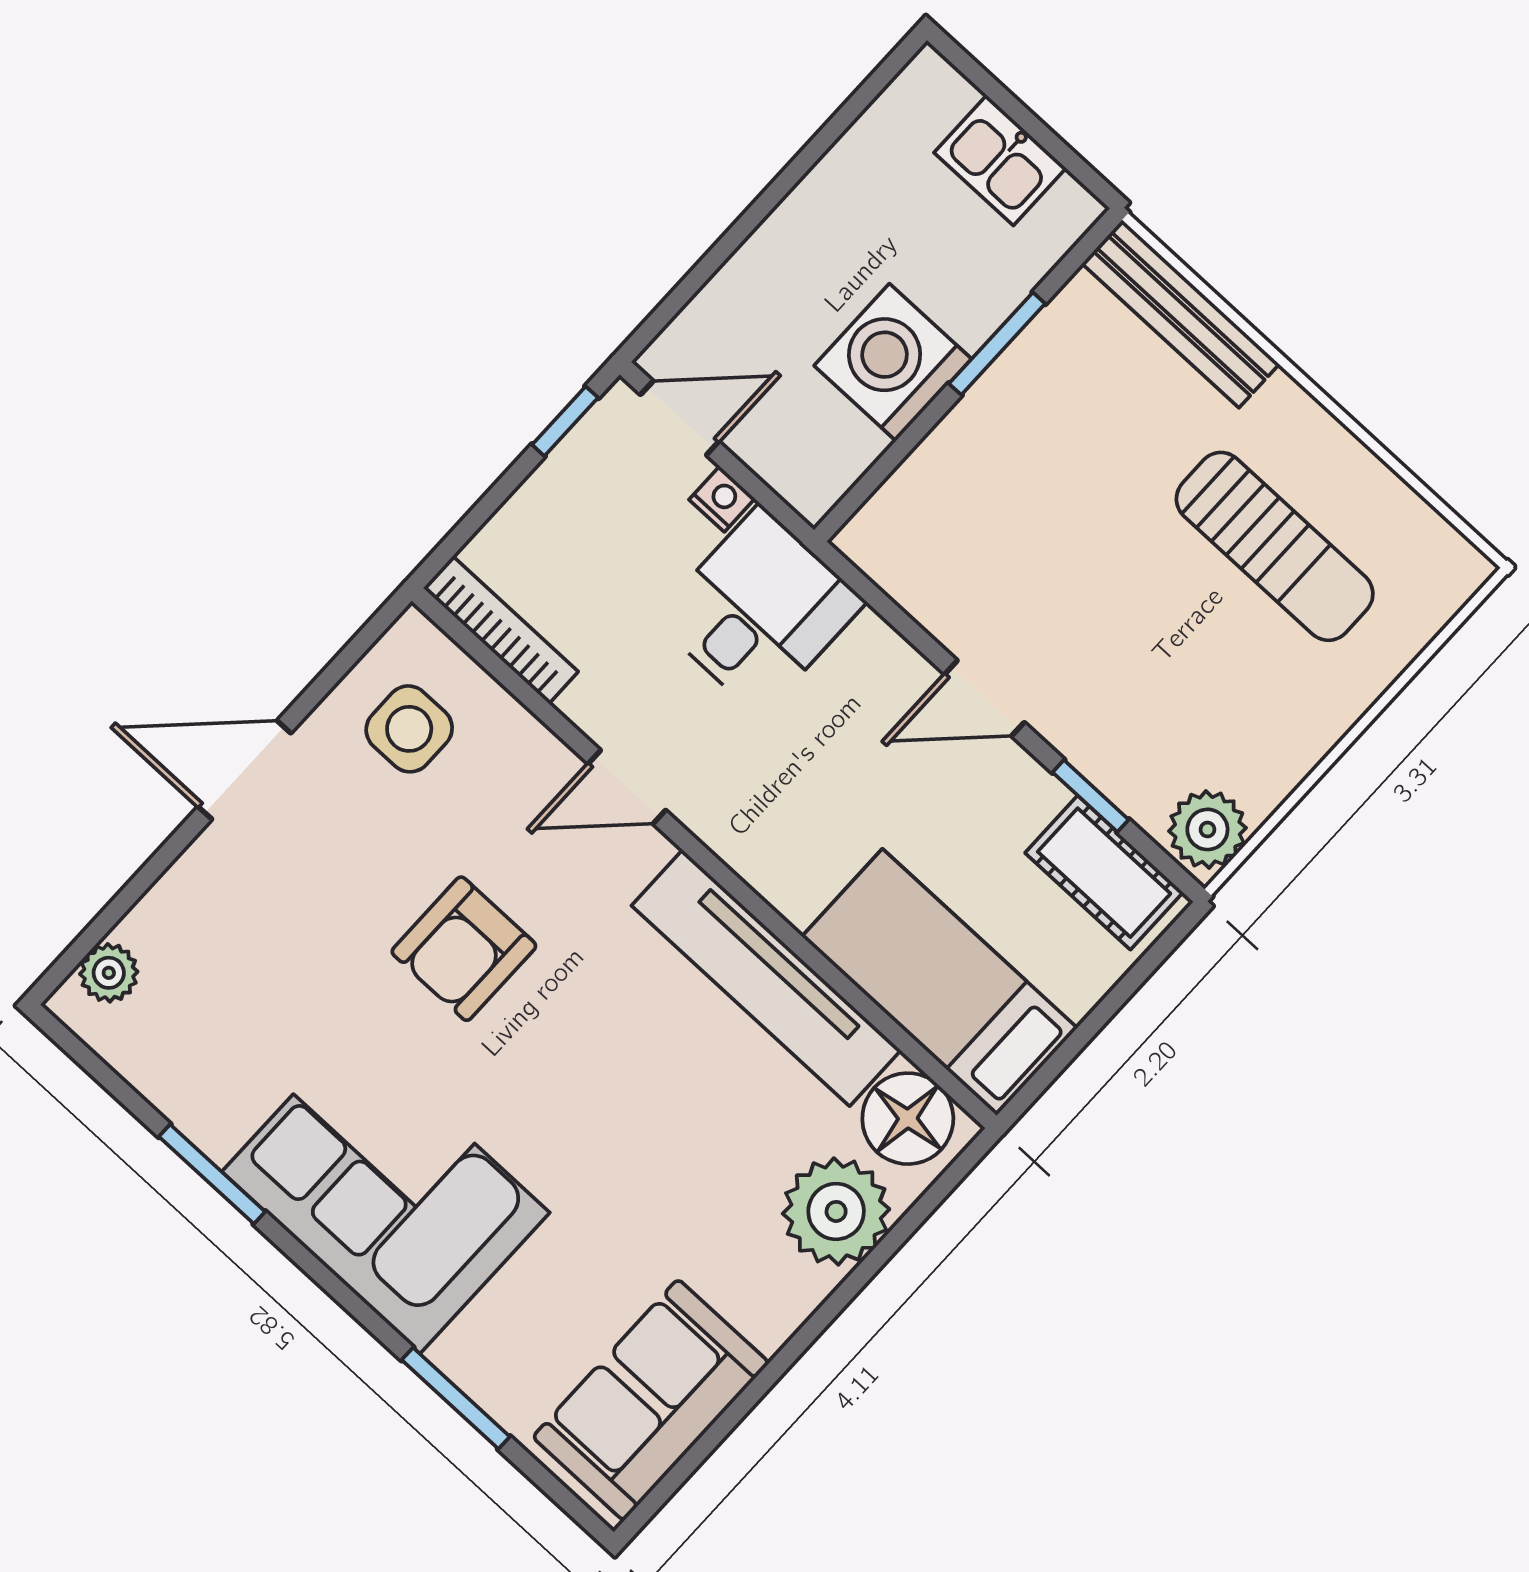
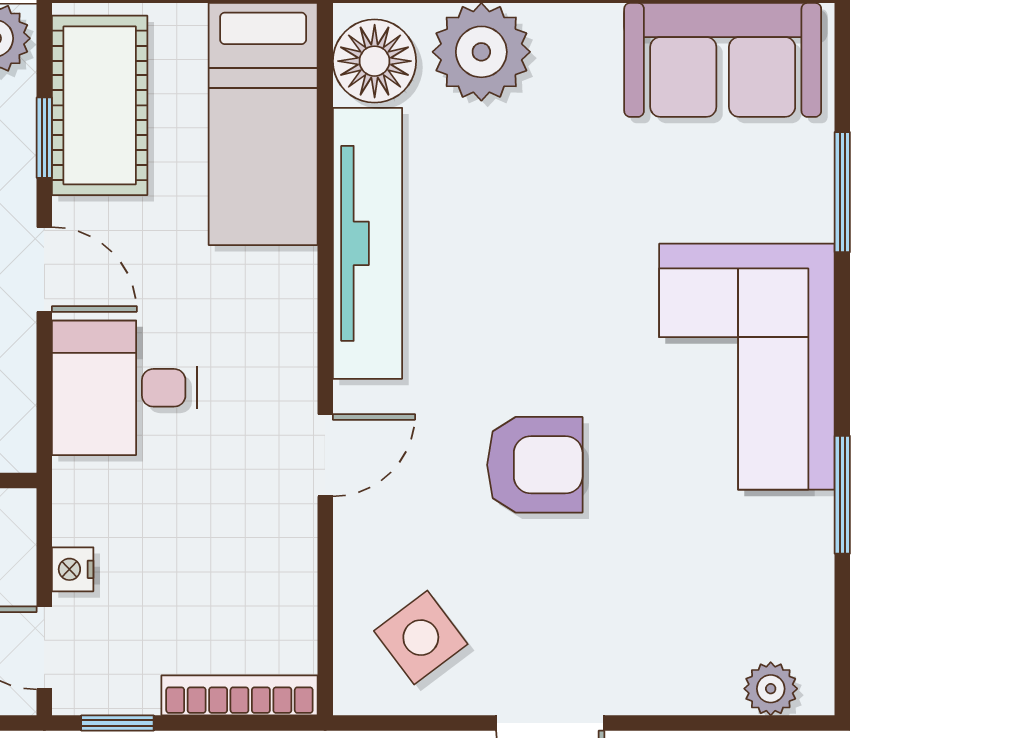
desk: (760, 611) -> (125, 388), moved
bookcase: (501, 630) -> (239, 695), moved, turned 90
side table: (409, 729) -> (421, 638), turned -37
door: (627, 787) -> (325, 455), hinge flipped
cot: (1104, 873) -> (100, 105), width x1.37, depth x1.34

